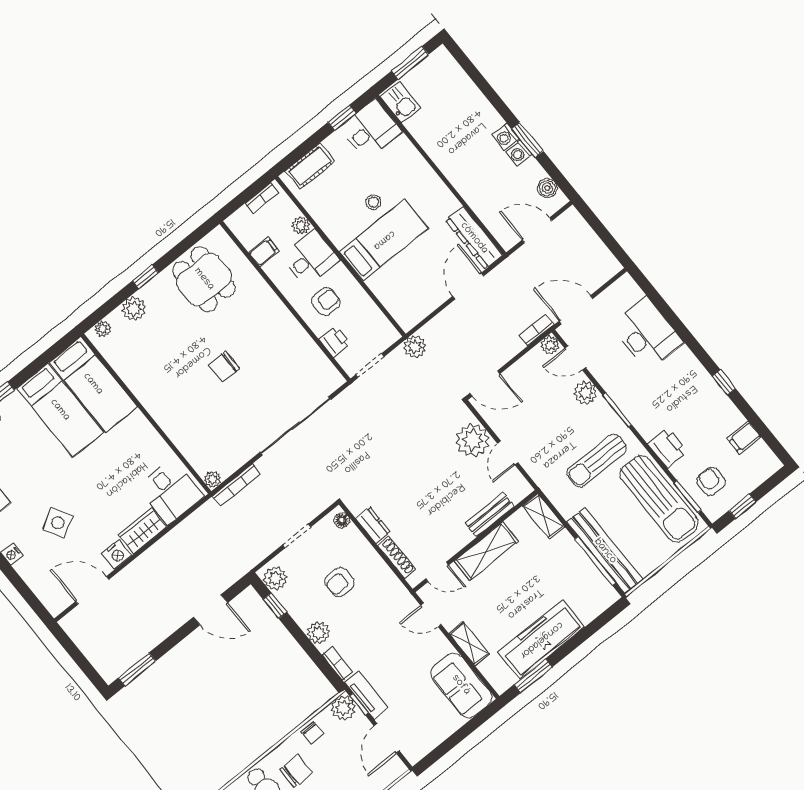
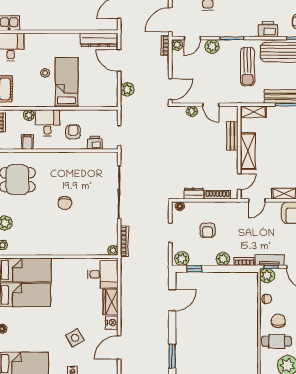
plant: (415, 347) -> (127, 89), moved
plant: (473, 440) -> (192, 111), width x0.53, depth x0.53

